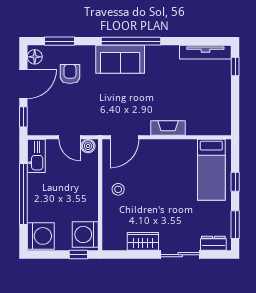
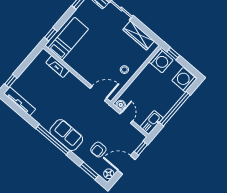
fireplace: (168, 128) -> (58, 66), moved
window: (235, 182) -> (51, 34), moved
wardrobe: (143, 241) -> (139, 35), width x1.50

